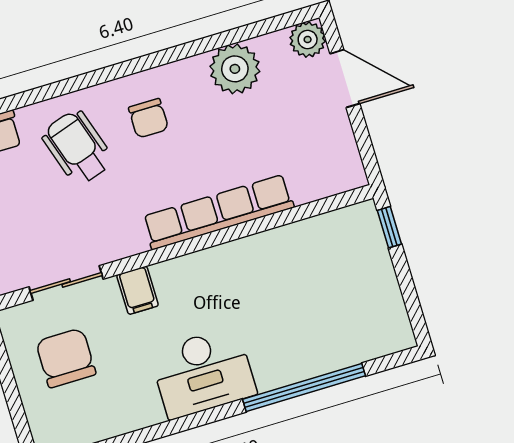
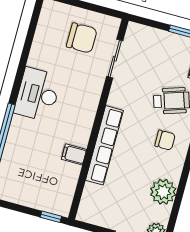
chair: (148, 118) -> (165, 140), turned 180
filing cabinet: (138, 290) -> (74, 154), moved

